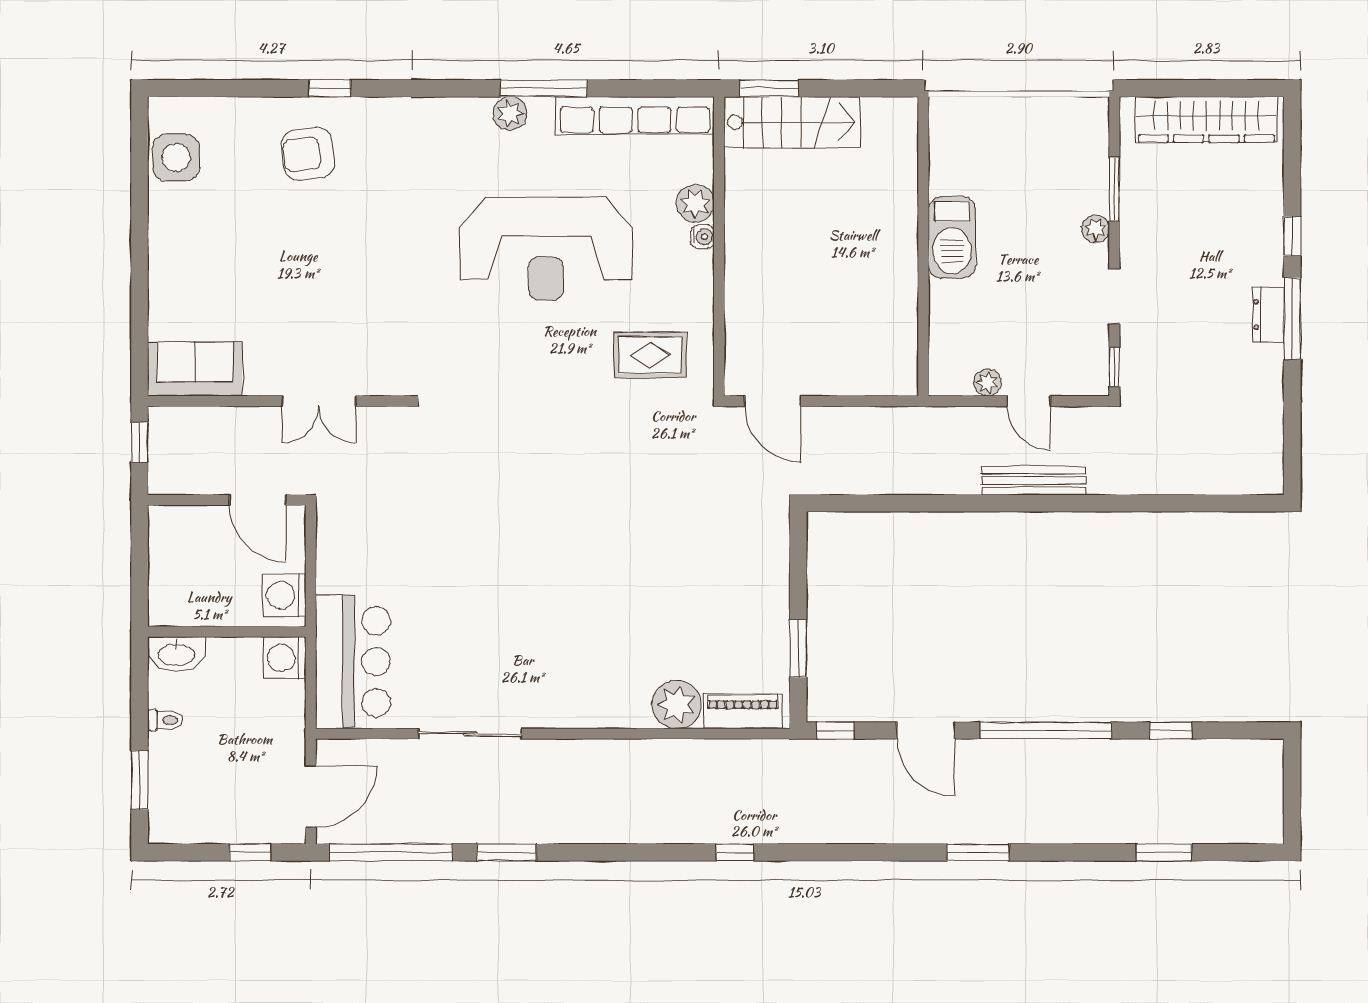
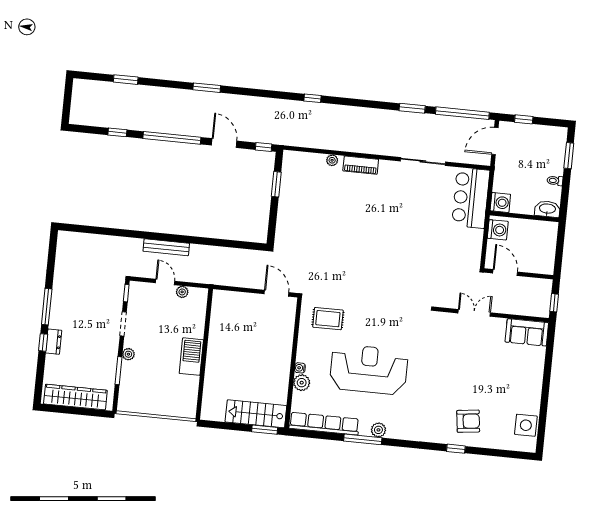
dresser: (1268, 315) -> (54, 342), moved
plant: (677, 704) -> (332, 160), width x0.53, depth x0.53
piano: (743, 711) -> (361, 165), moved

